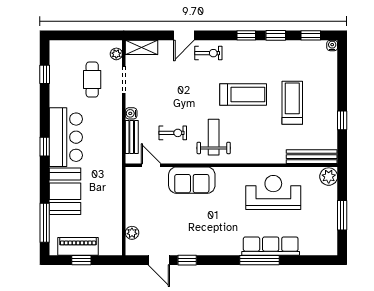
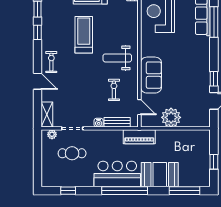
window: (45, 147) -> (125, 191), width x3.17
door: (151, 165) -> (139, 107), swing flipped
plant: (132, 233) -> (171, 117), moved, width x1.88, depth x1.88
piano: (78, 246) -> (139, 137), moved, turned -90

